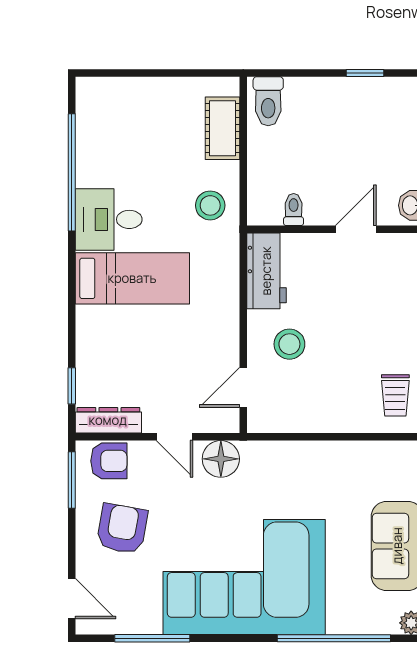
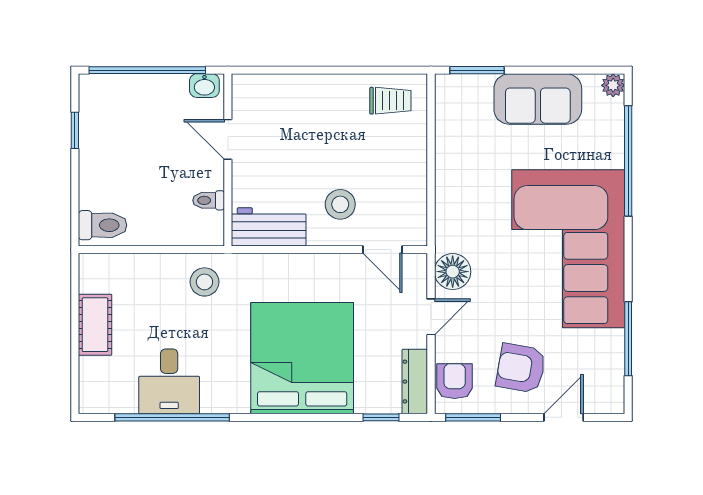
cot: (223, 128) -> (95, 325), moved, turned 90
desk: (109, 219) -> (169, 381), moved
bed: (132, 278) -> (302, 358), width x2.04
door: (72, 599) -> (564, 417), moved

